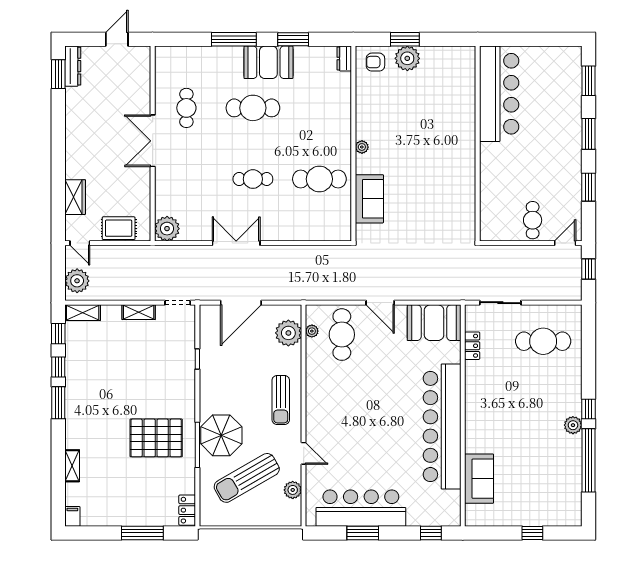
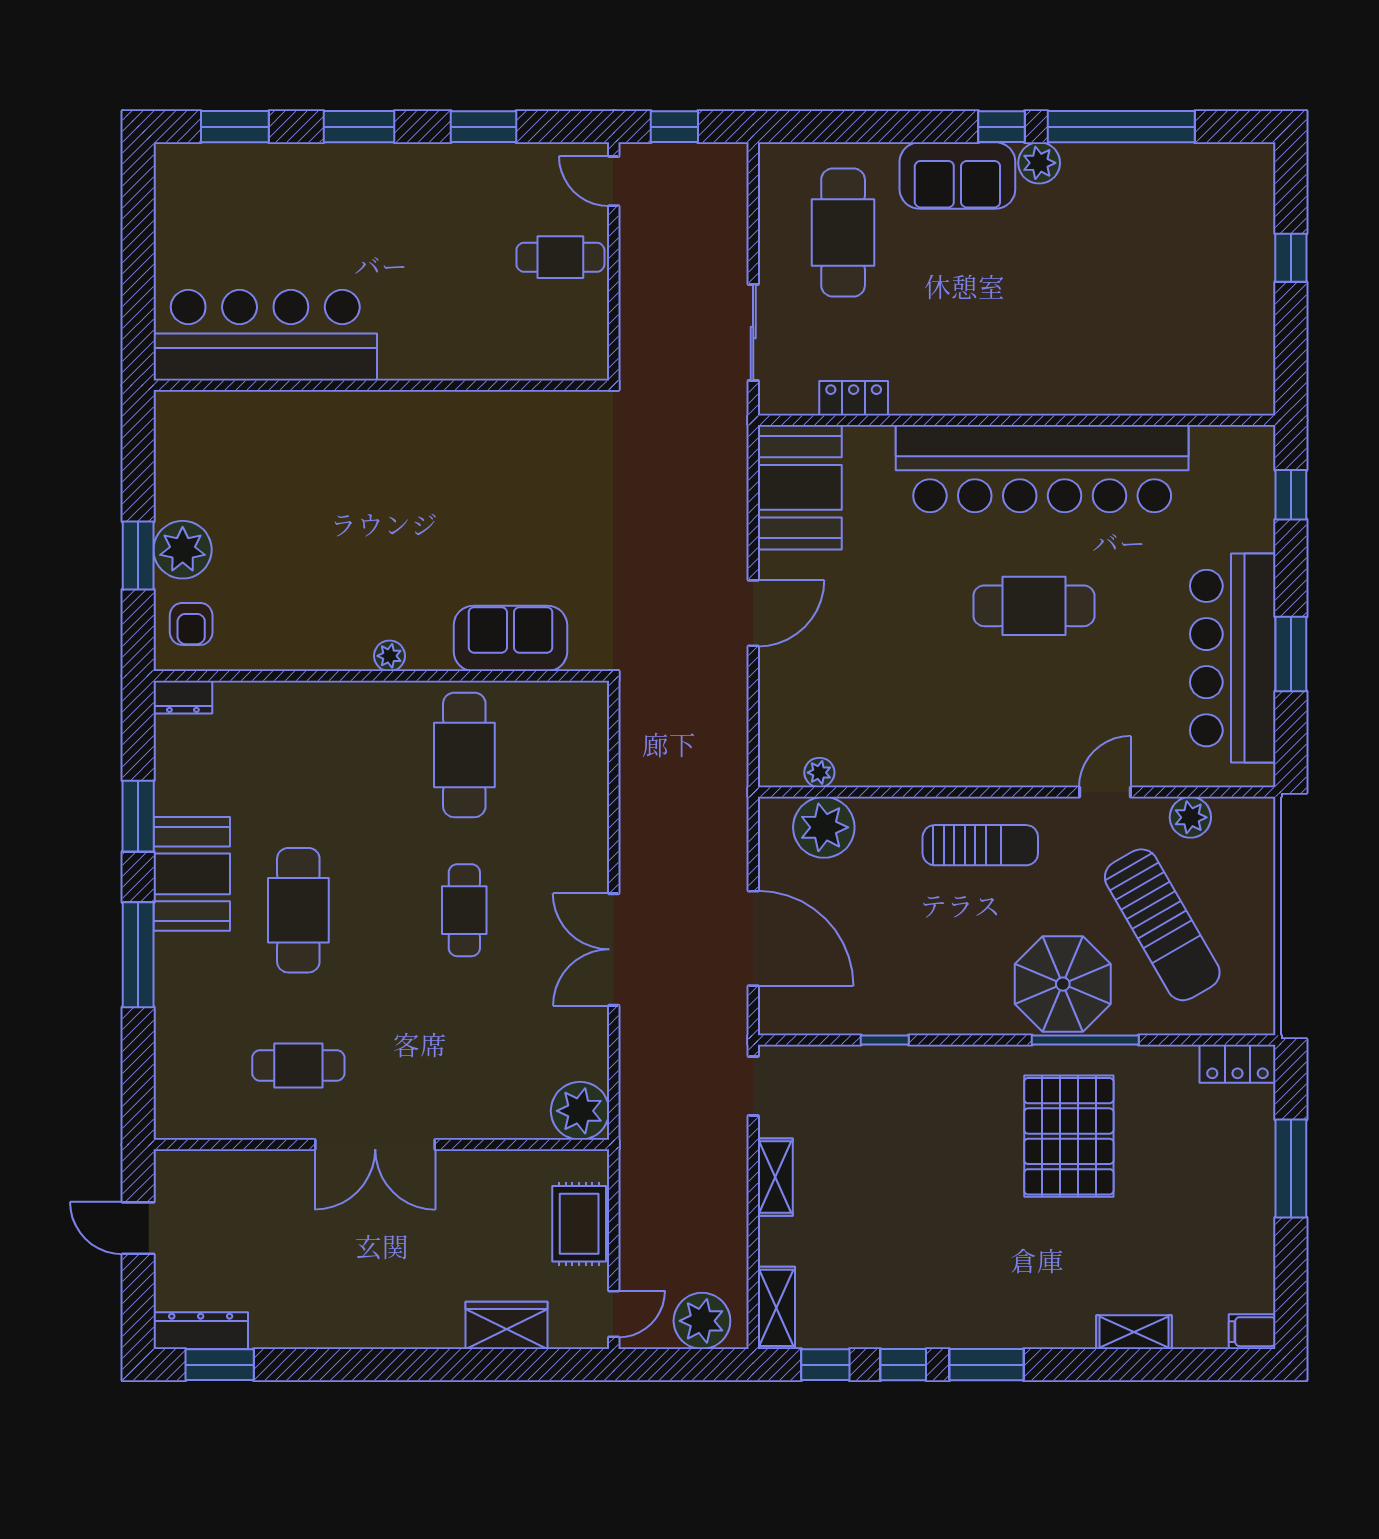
cafe table: (342, 335) -> (1034, 606), moved
sofa: (479, 479) -> (957, 176), moved, turned 180

